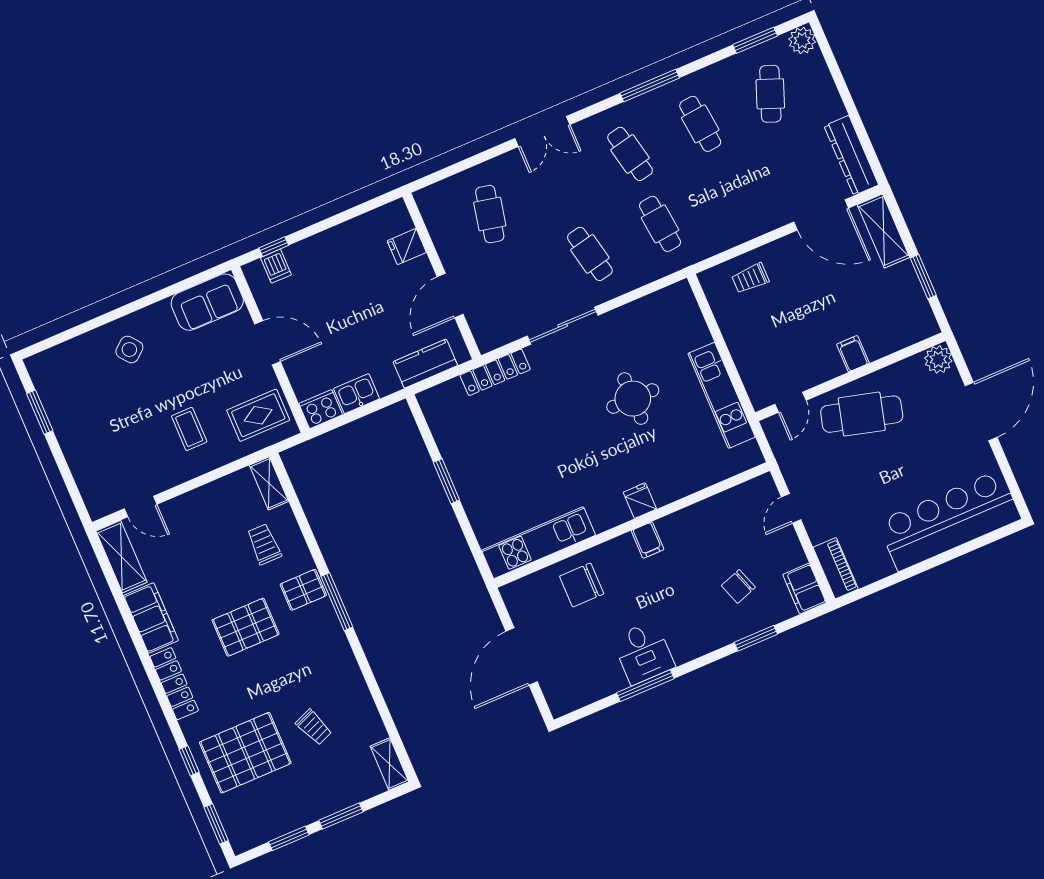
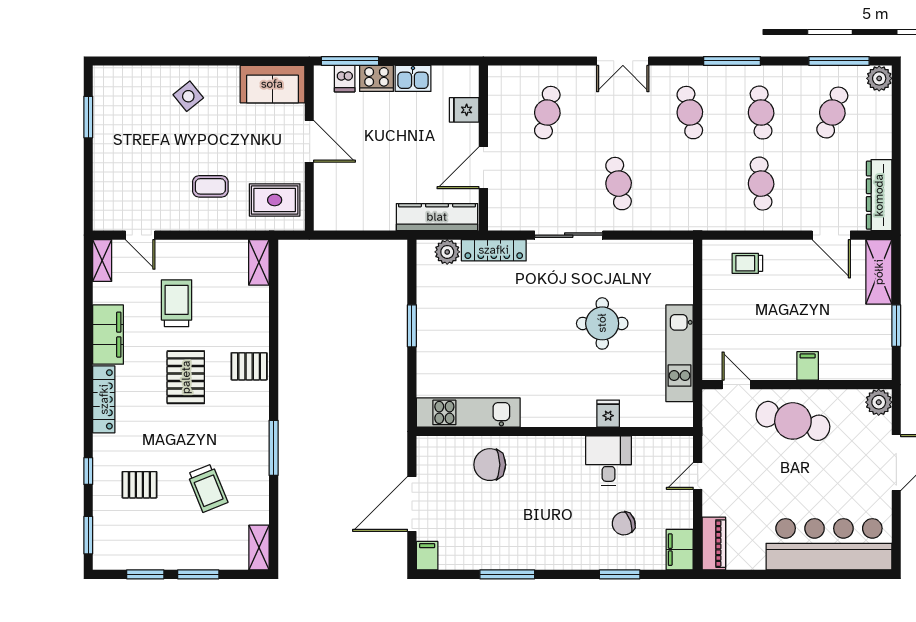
window: (755, 40) -> (839, 61), width x1.44
door: (821, 215) -> (831, 235), width x0.73
cafe table: (660, 224) -> (761, 184), moved
window: (274, 247) -> (350, 61), width x2.17
kitchen counter: (425, 364) -> (437, 217), width x1.50
kitchen sink: (357, 394) -> (413, 78), moved, turned 180
plant: (450, 394) -> (447, 252), added
door: (791, 402) -> (736, 385), swing flipped
cooker: (321, 409) -> (376, 78), moved, turned 180
coffee table: (189, 429) -> (210, 186), turned 90
fridge: (640, 501) -> (608, 414), moved
filing cabinet: (648, 540) -> (427, 556), moved, turned 180
trolley: (264, 544) -> (177, 303), moved, width x1.36, depth x1.39
shelving: (121, 557) -> (102, 261), width x0.67, depth x0.75
window: (337, 602) -> (274, 448), moved
pallet: (246, 627) -> (186, 377), turned 90
desk: (643, 653) -> (609, 461), moved, turned 180
trolley: (314, 727) -> (208, 488), width x1.36, depth x1.39
pallet: (245, 753) -> (139, 485), width x0.49, depth x0.50

